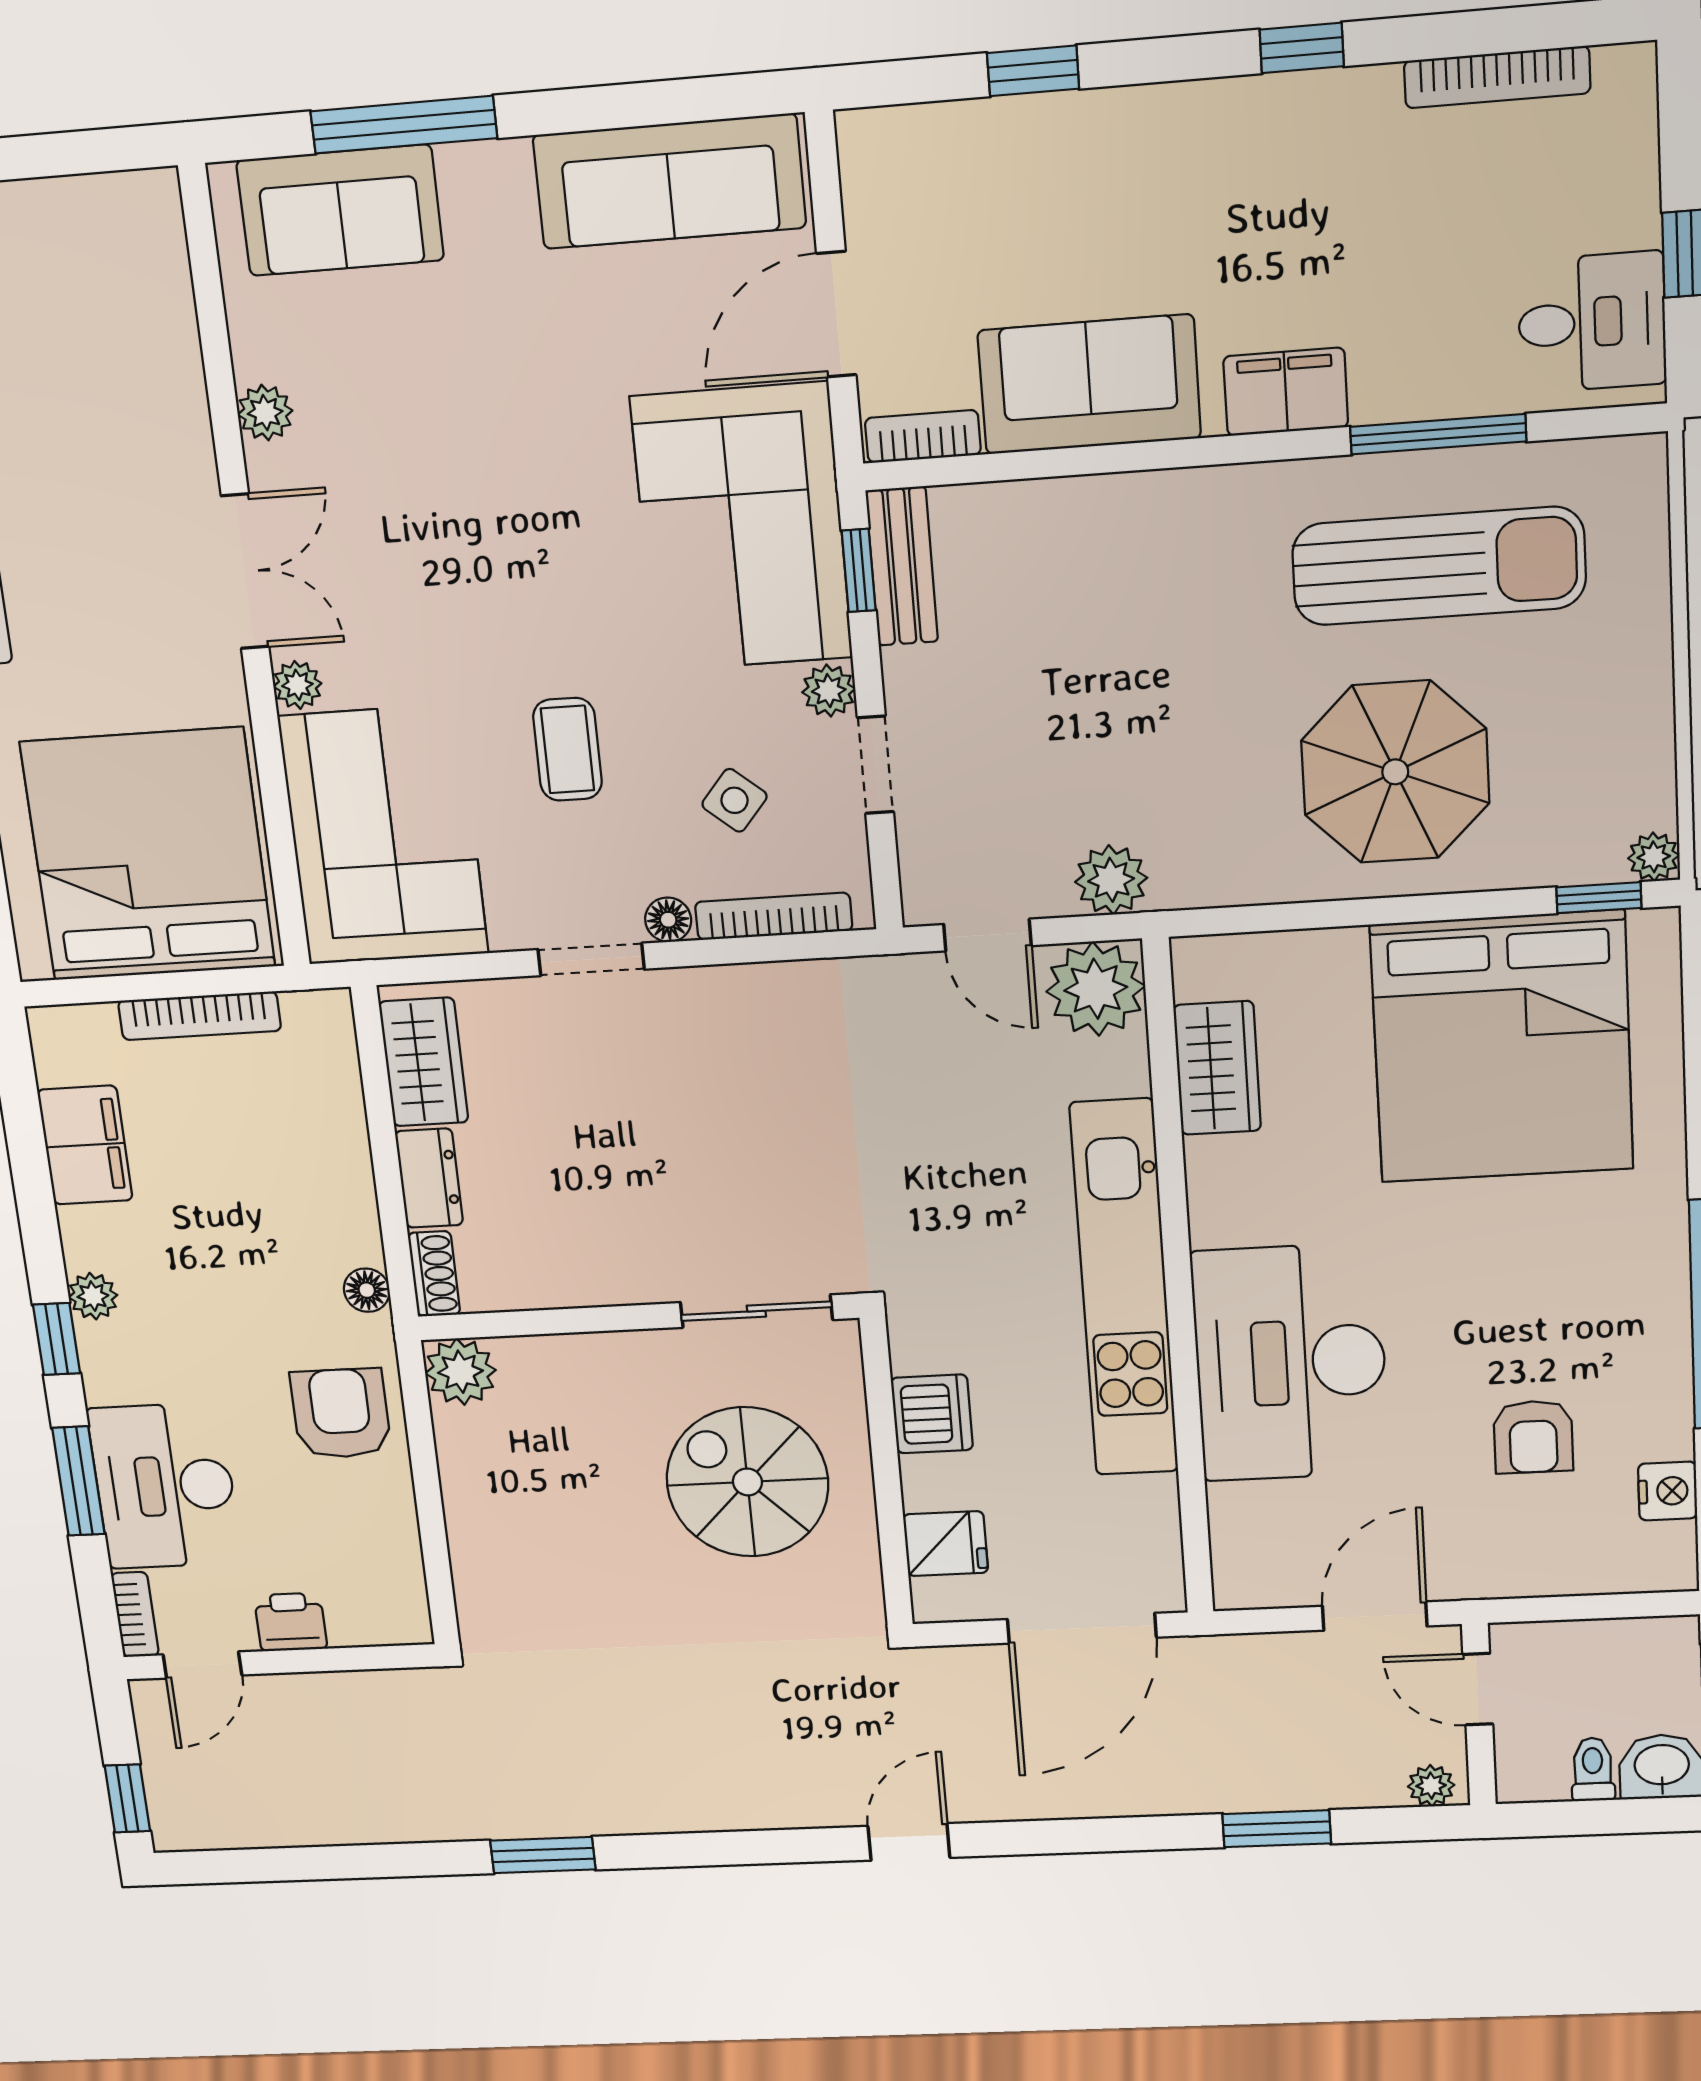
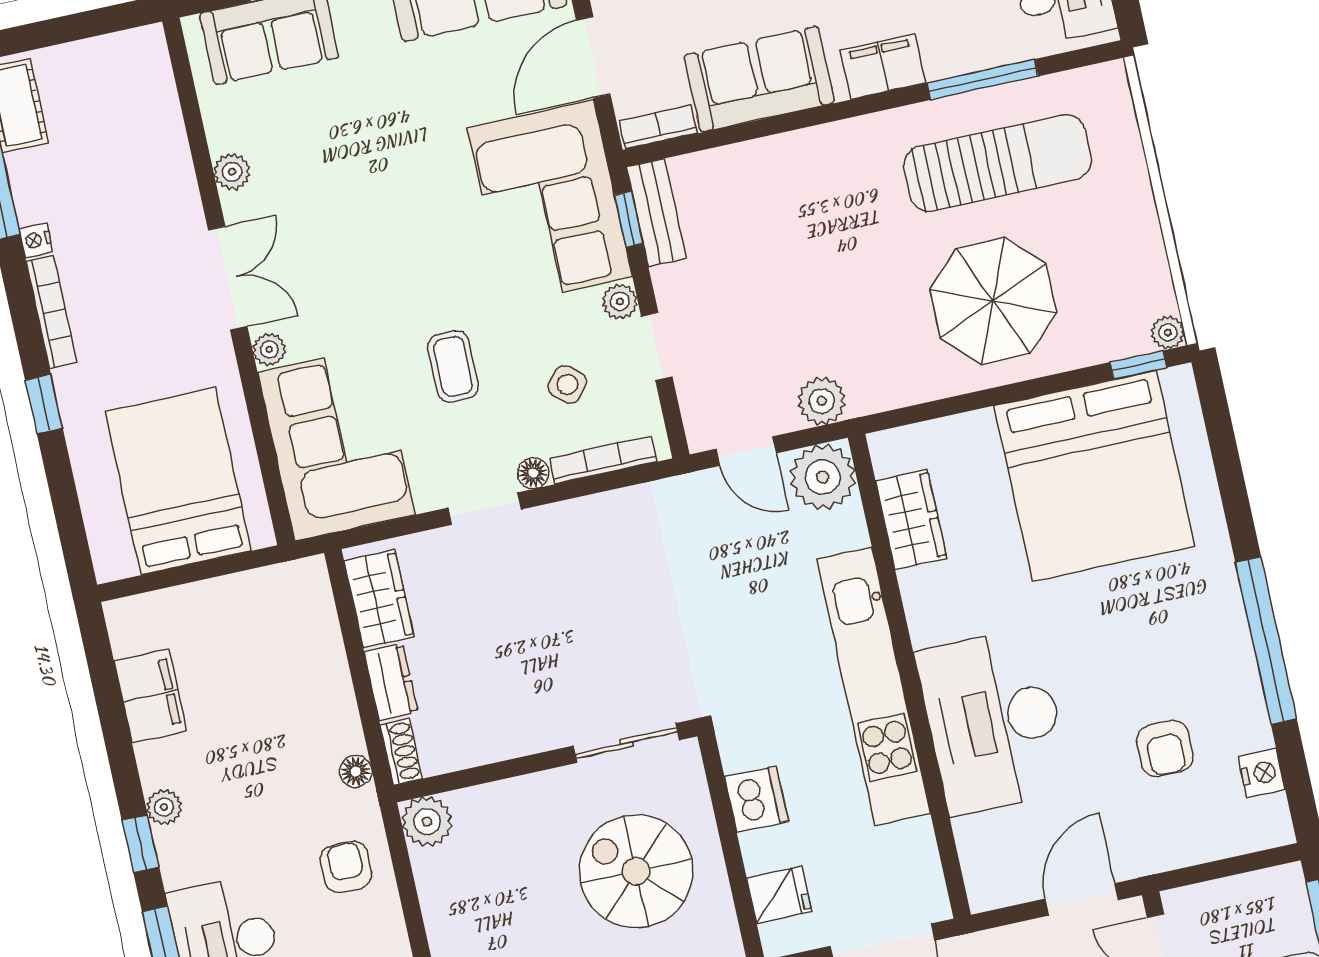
bed: (148, 855) -> (178, 481), width x0.73
bookcase: (200, 1016) -> (222, 590), removed
armchair: (341, 1413) -> (346, 867), width x0.72, depth x0.72

